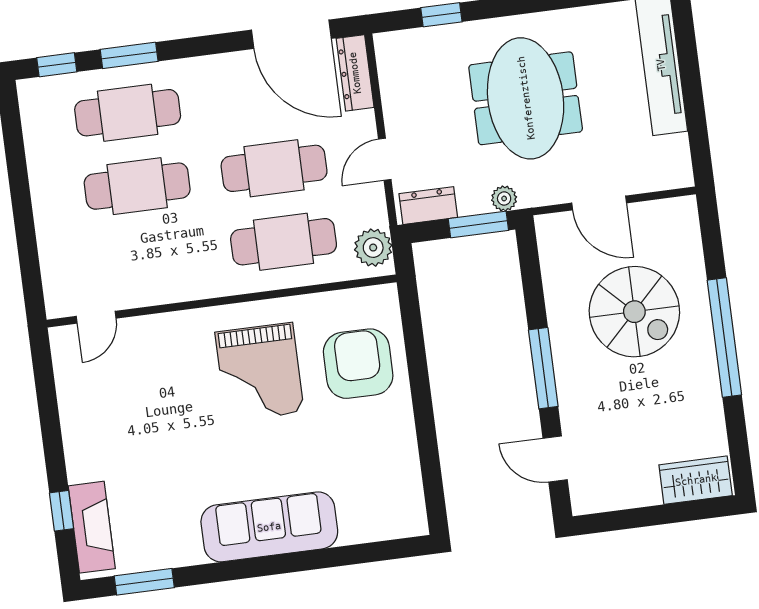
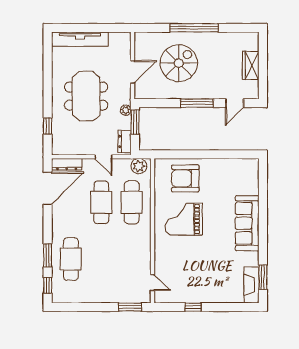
meeting table: (526, 98) -> (86, 96), turned 90
cafe table: (137, 186) -> (101, 259), removed
window: (30, 270) -> (130, 307), added
grand piano: (260, 372) -> (184, 219), turned 180
wardrobe: (696, 480) -> (251, 65), moved
window: (62, 511) -> (193, 307), moved
fireplace: (92, 527) -> (251, 285), moved, turned -90

